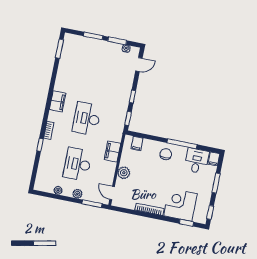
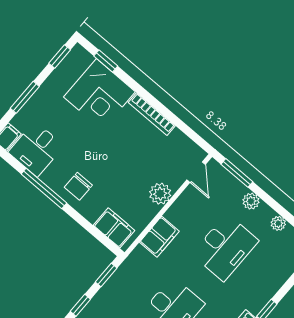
filing cabinet: (137, 144) -> (114, 228), width x2.00

